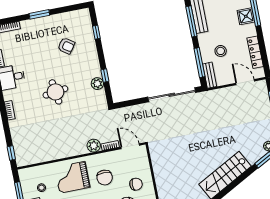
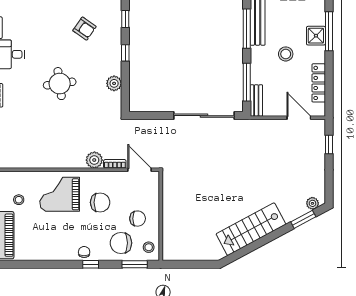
stool: (221, 51) -> (286, 54), moved
window: (105, 76) -> (125, 53), moved
chair: (105, 177) -> (100, 202), turned -90

